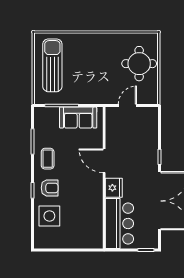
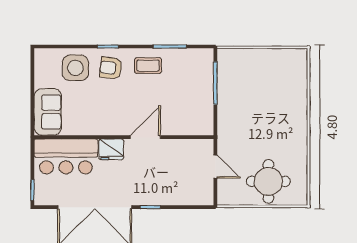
sun lounger: (52, 65) -> (266, 72), removed
sofa: (78, 118) -> (48, 112), moved, turned 180
armchair: (50, 188) -> (111, 68), turned 97

